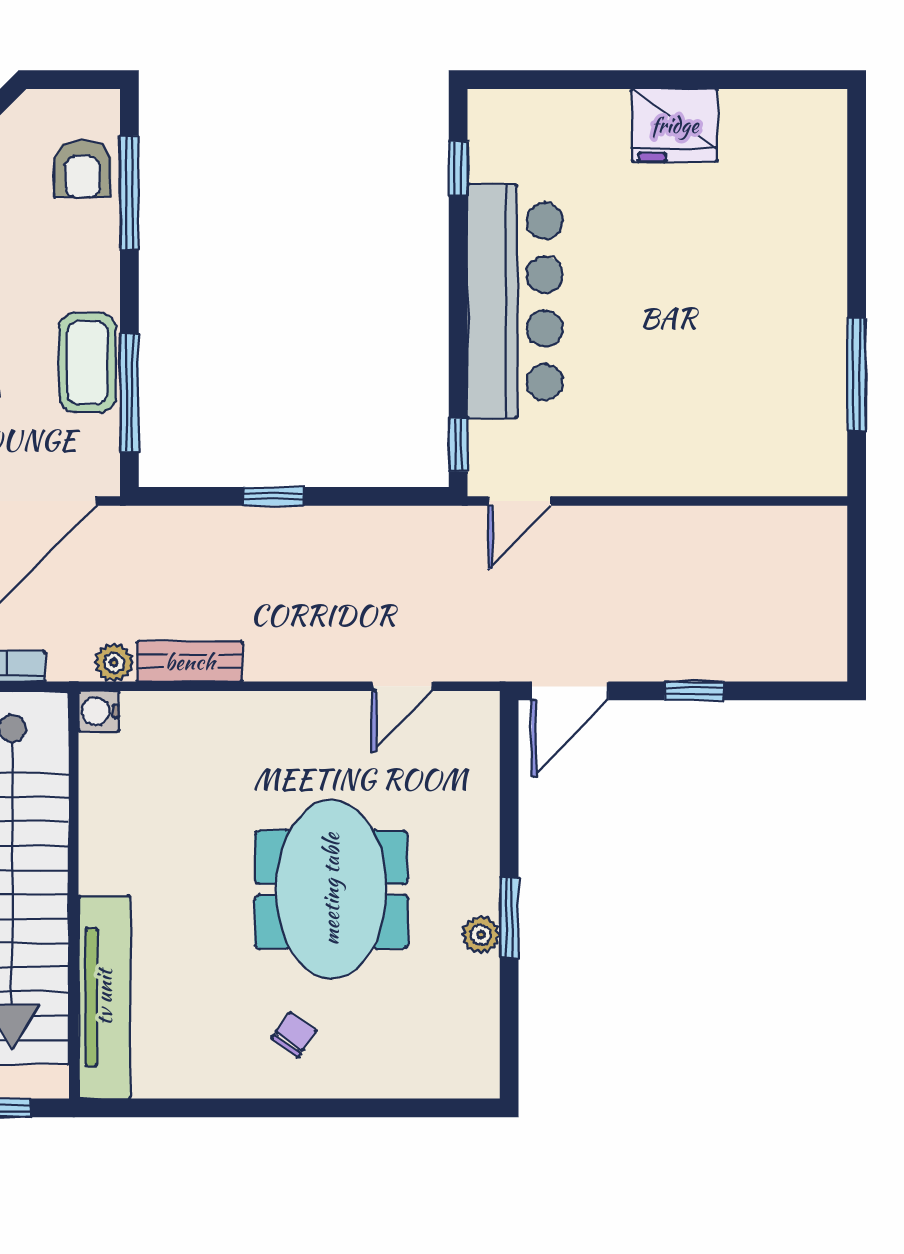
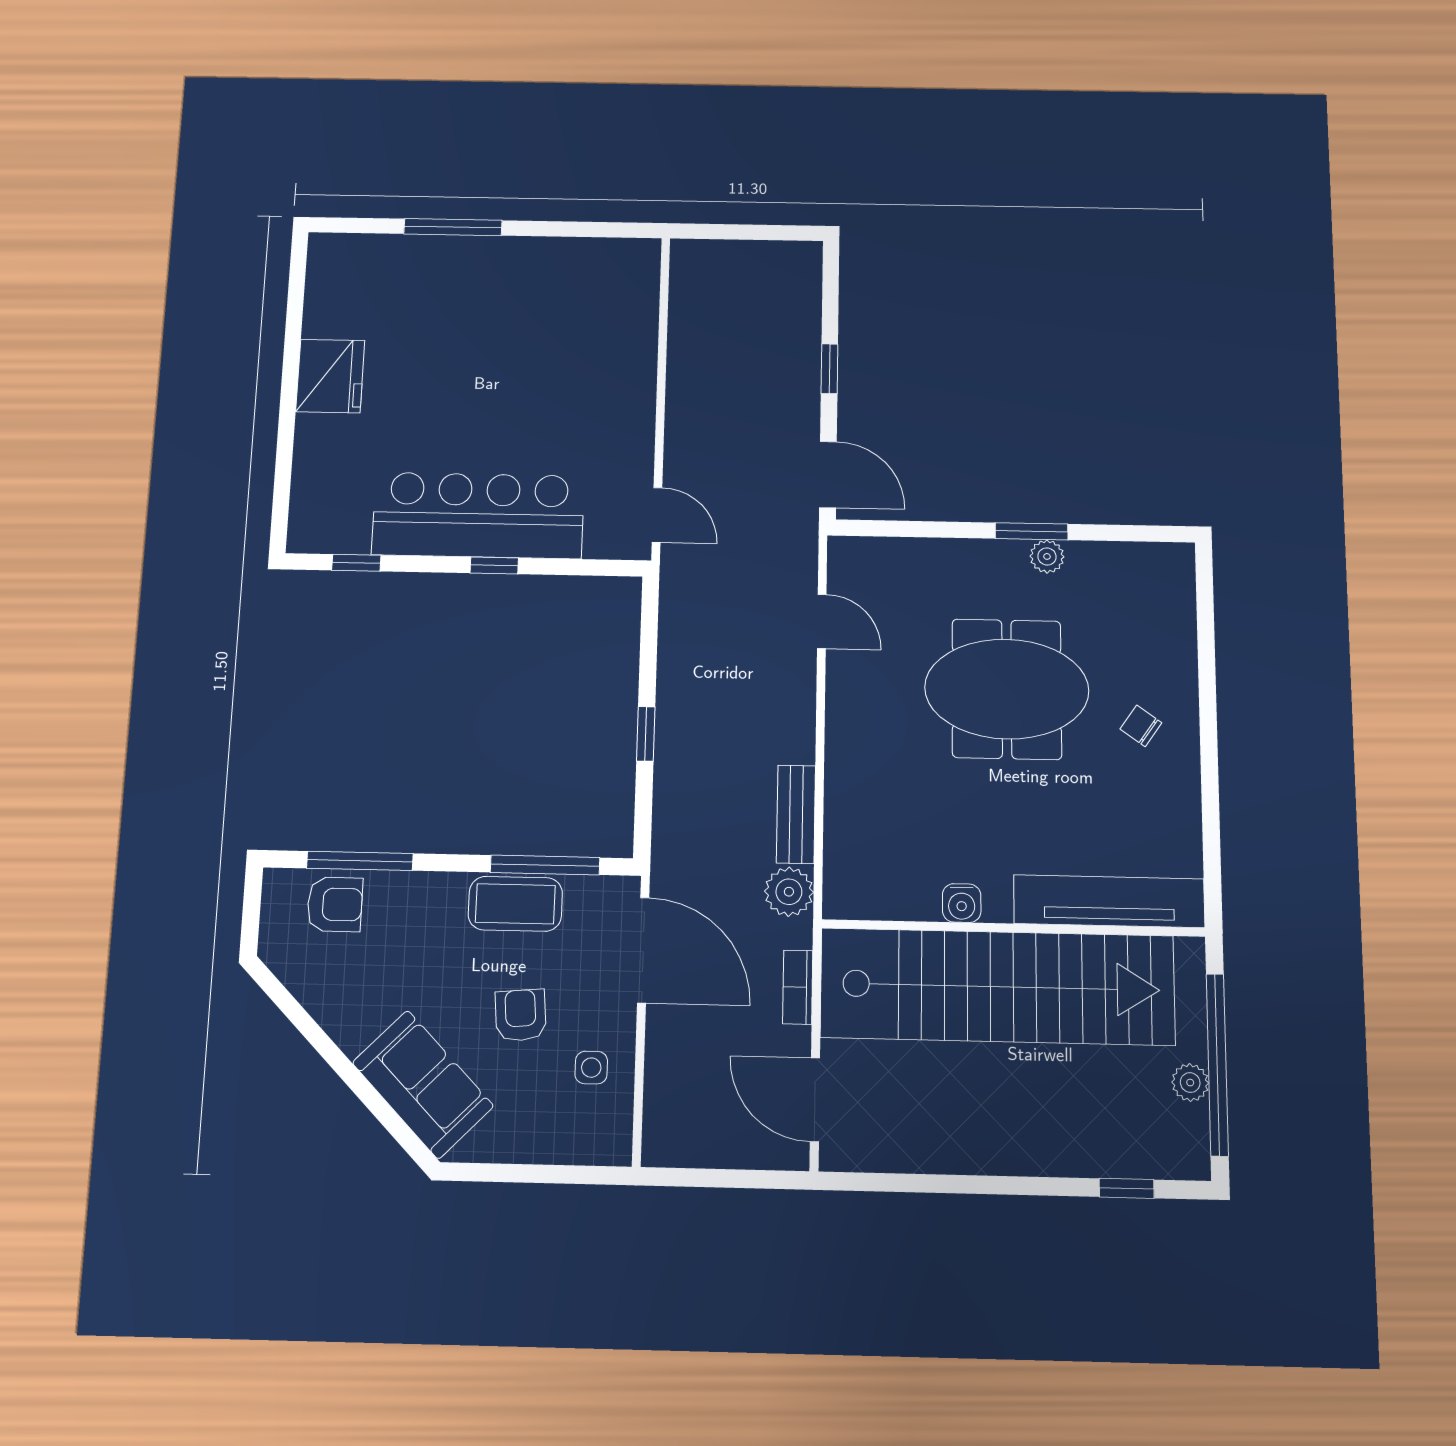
window: (857, 374) -> (453, 227), moved
window: (458, 445) -> (494, 565), moved
plant: (114, 663) -> (789, 892), width x1.38, depth x1.38
water cooler: (99, 711) -> (962, 903), moved

